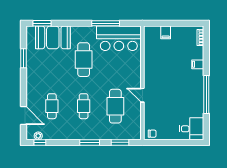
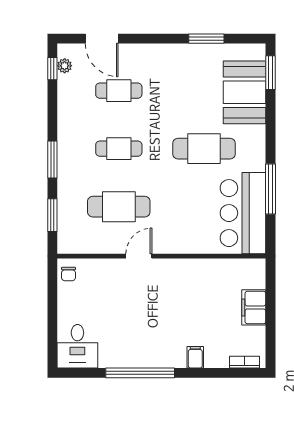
filing cabinet: (166, 32) -> (254, 307), width x2.00
door: (23, 116) -> (102, 39), hinge flipped

